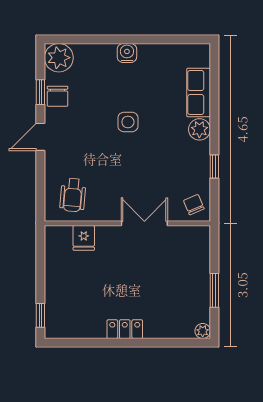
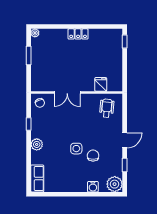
water cooler: (127, 53) -> (93, 187), moved
row of seats: (199, 93) -> (37, 178), moved
chair: (58, 96) -> (93, 156), moved

